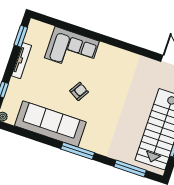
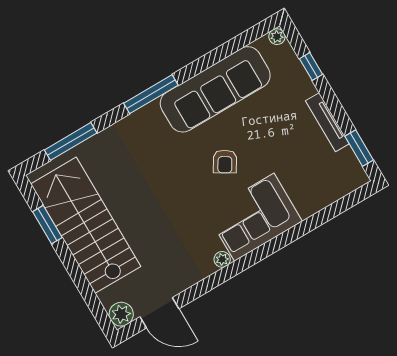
corner sofa: (72, 50) -> (254, 217), moved
plant: (124, 54) -> (222, 259), added

